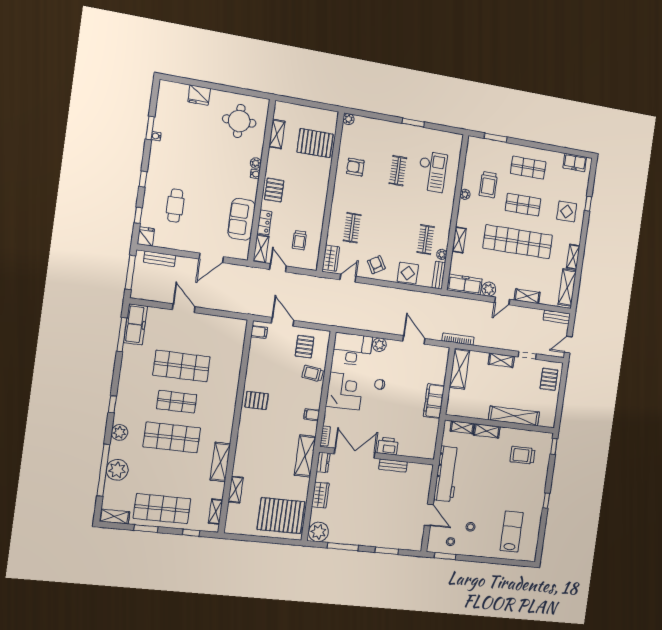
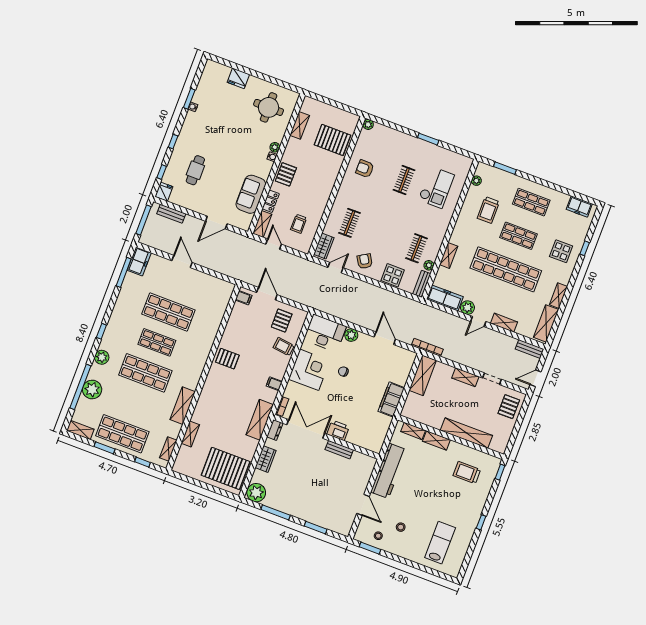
plant: (465, 194) -> (476, 181), moved
freezer: (136, 324) -> (139, 261), width x0.71

